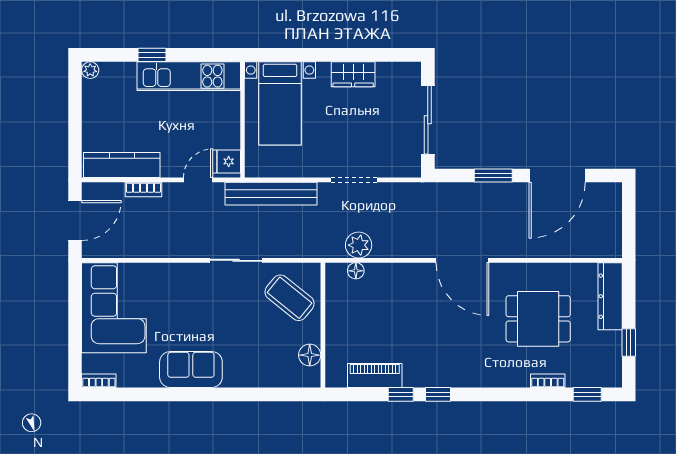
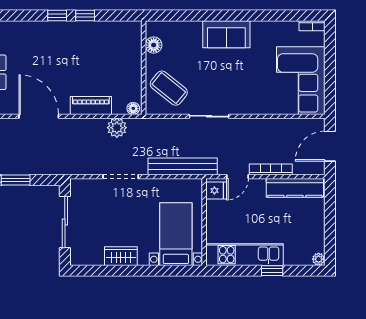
bookcase: (143, 189) -> (271, 169), width x1.56
floor lamp: (356, 271) -> (133, 108), moved
sofa: (191, 370) -> (226, 34), moved
piano: (375, 375) -> (91, 105), moved, turned 180

